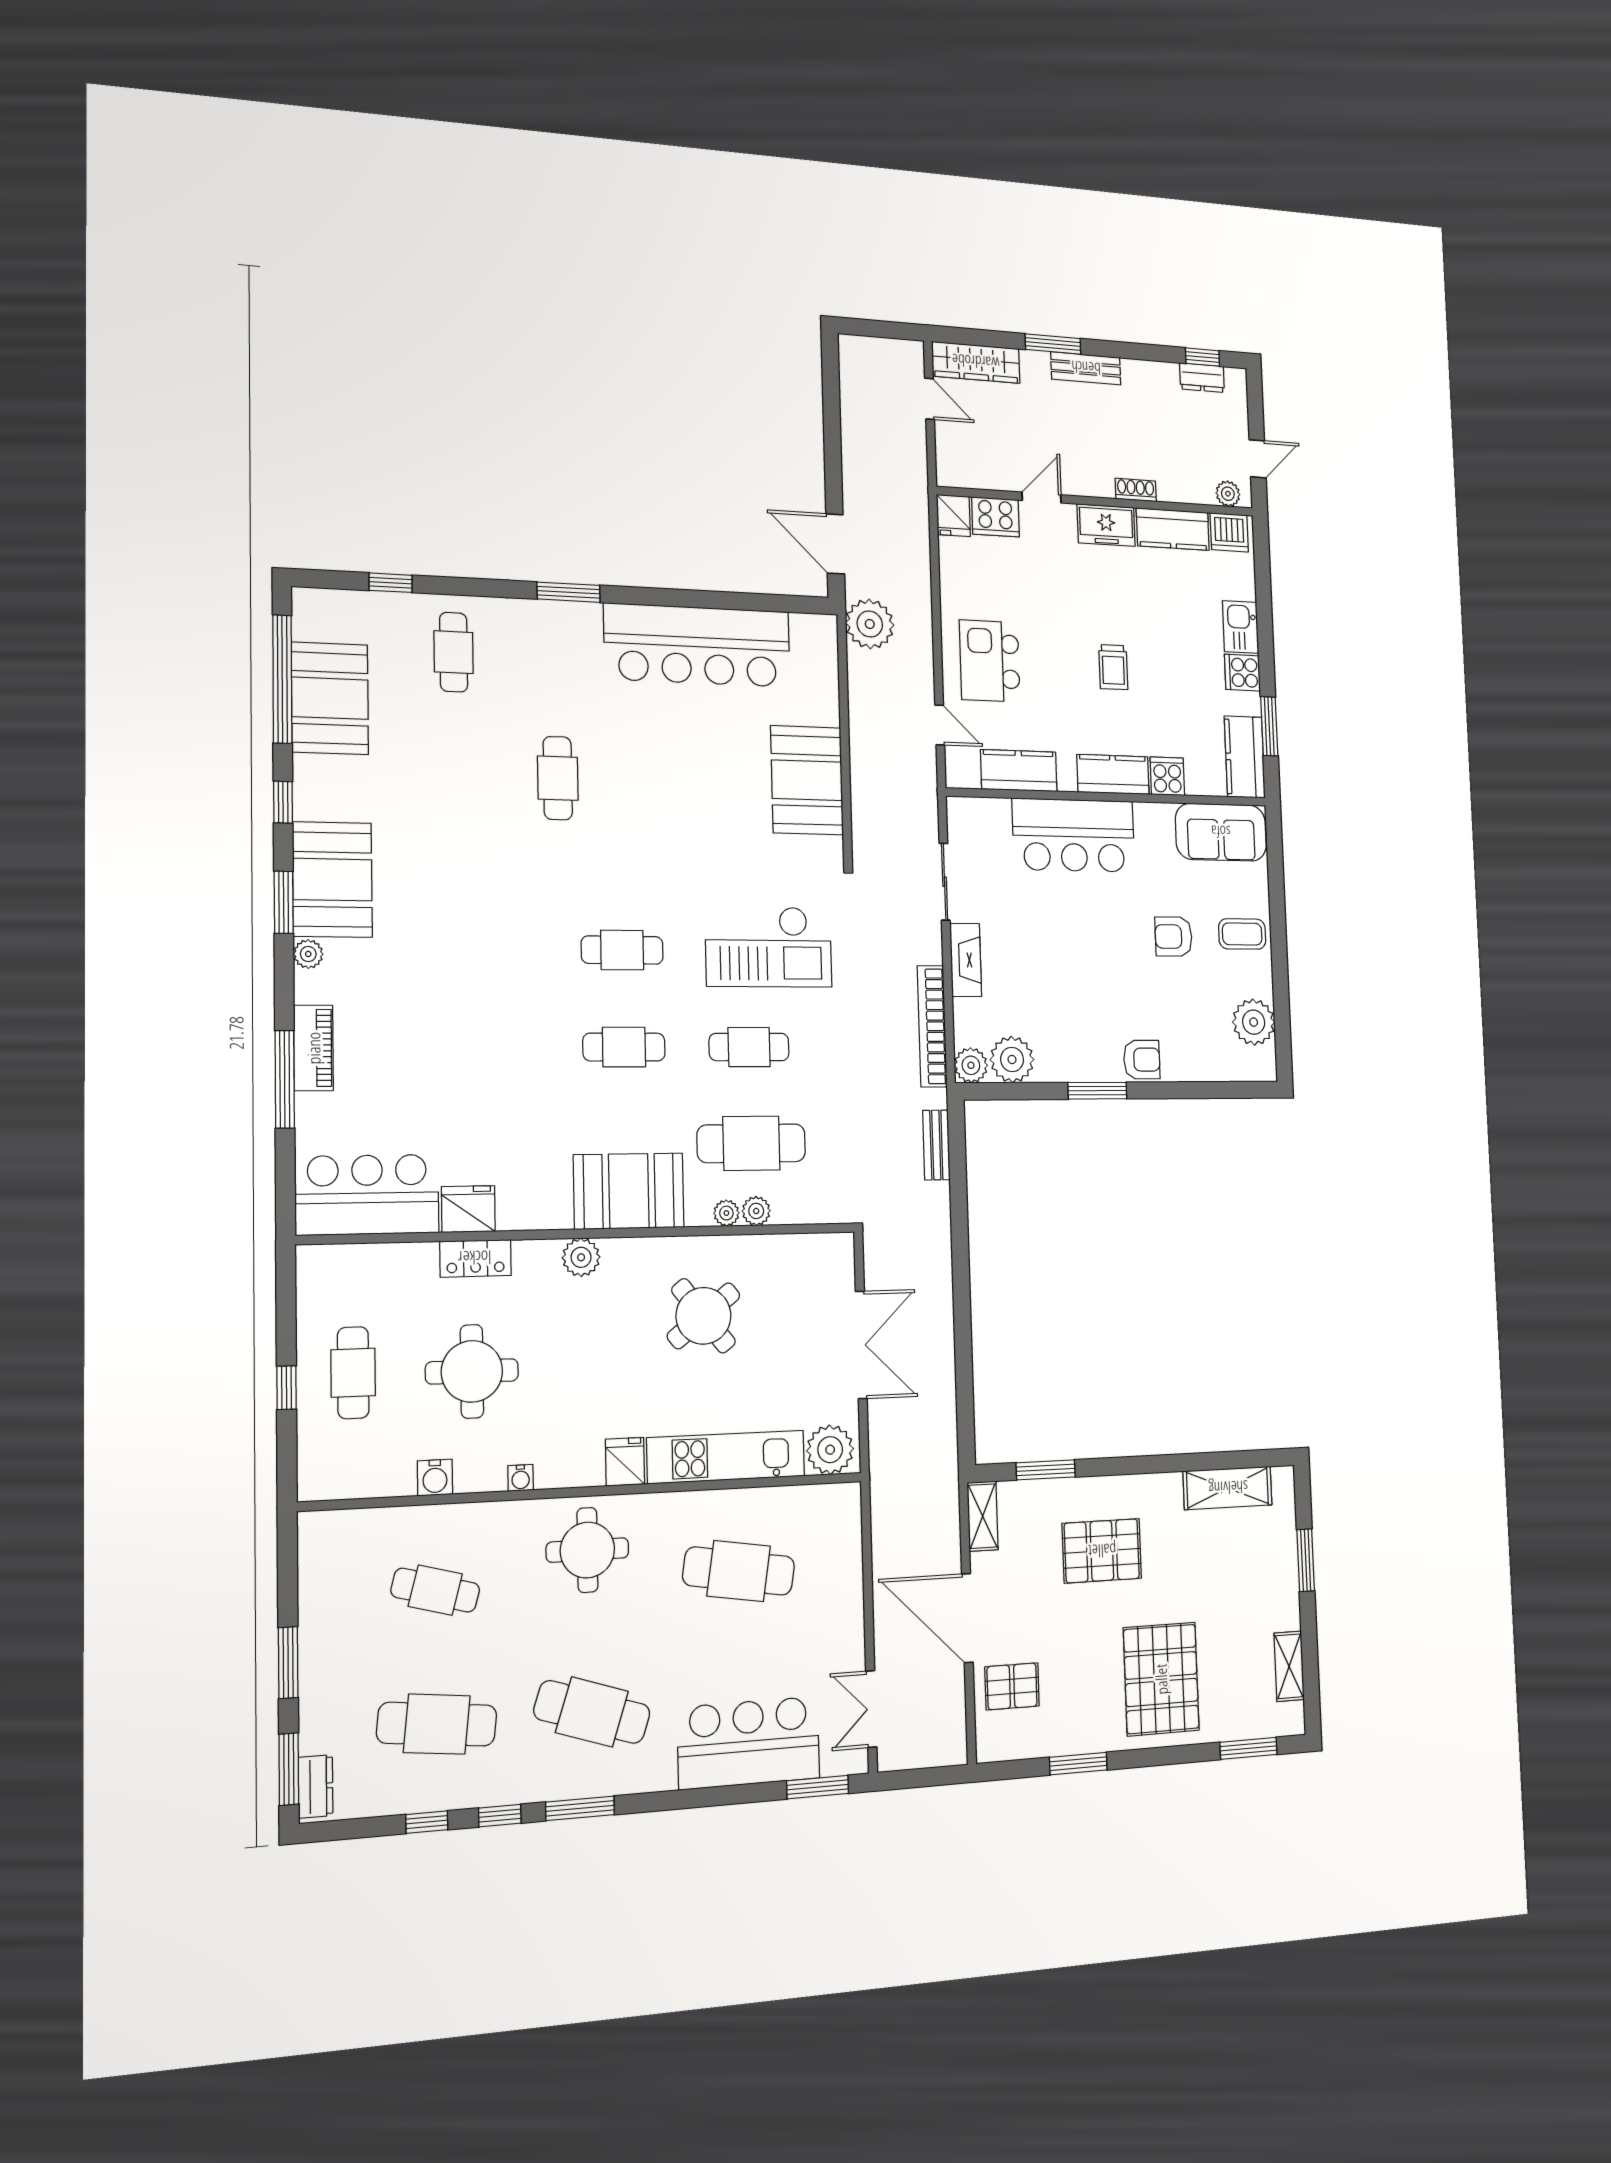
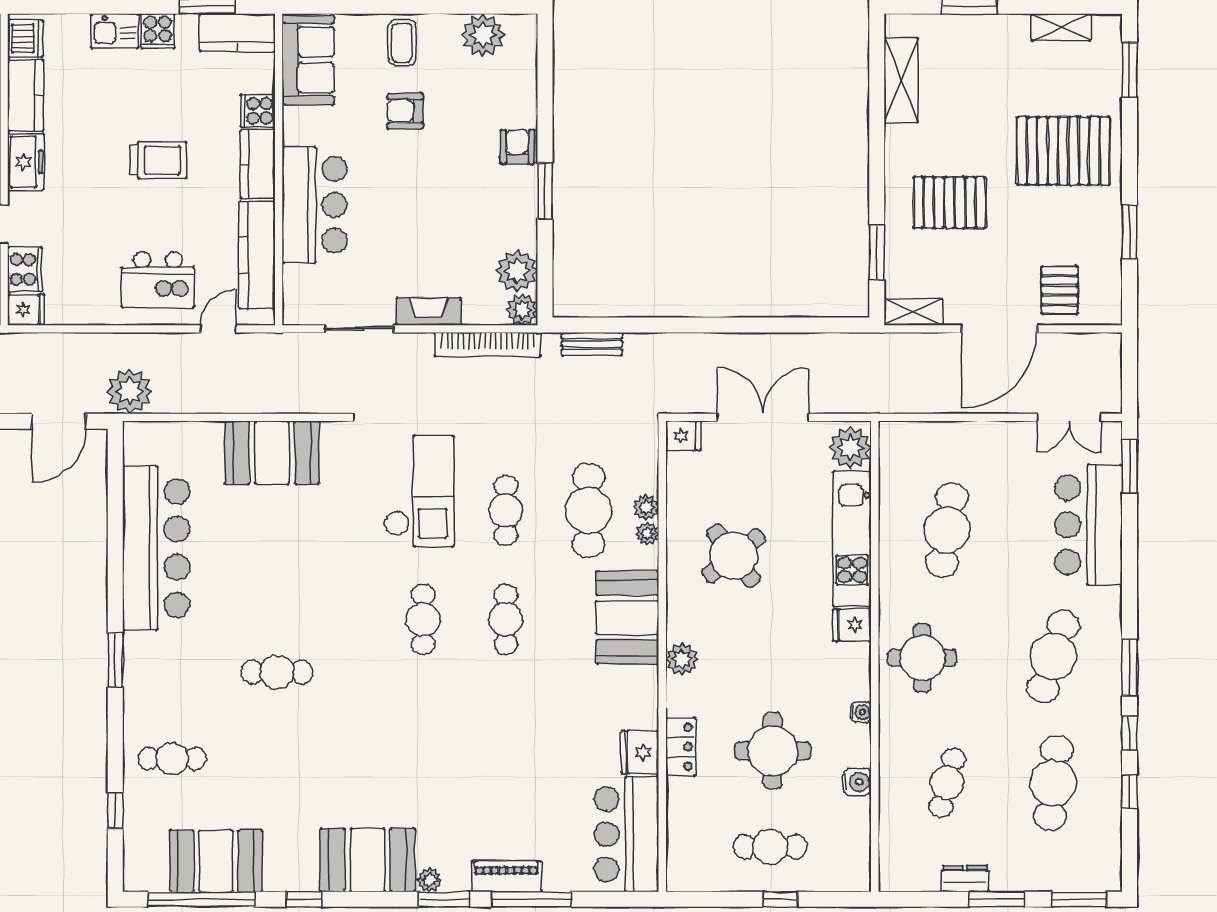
trolley: (1113, 667) -> (158, 160), width x1.36, depth x1.39
kitchen counter: (1019, 771) -> (257, 255), width x1.50
window: (284, 902) -> (444, 899), moved
armchair: (1174, 937) -> (405, 111), turned 90
fridge: (838, 1253) -> (683, 436), added
pallet: (1102, 1551) -> (949, 203), turned 90
dresser: (316, 1786) -> (965, 879), moved

